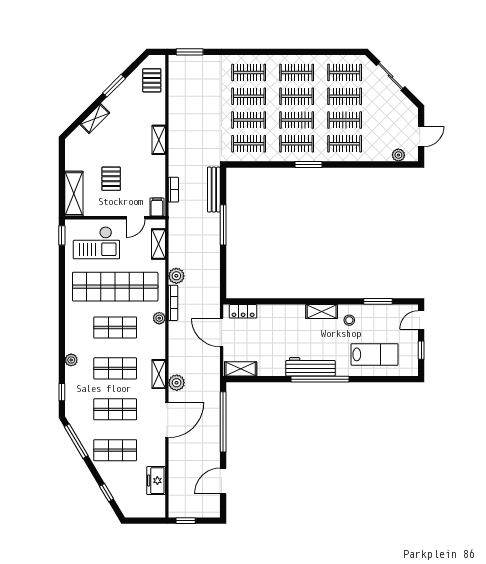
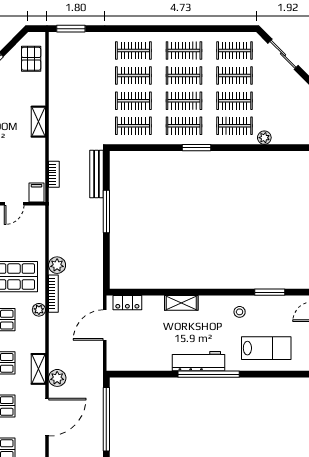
plant: (398, 155) -> (264, 138), moved
shelving: (158, 244) -> (38, 232), removed
shelving: (322, 312) -> (181, 303), moved
door: (222, 333) -> (105, 325), hinge flipped
shelving: (241, 369) -> (125, 363), removed

